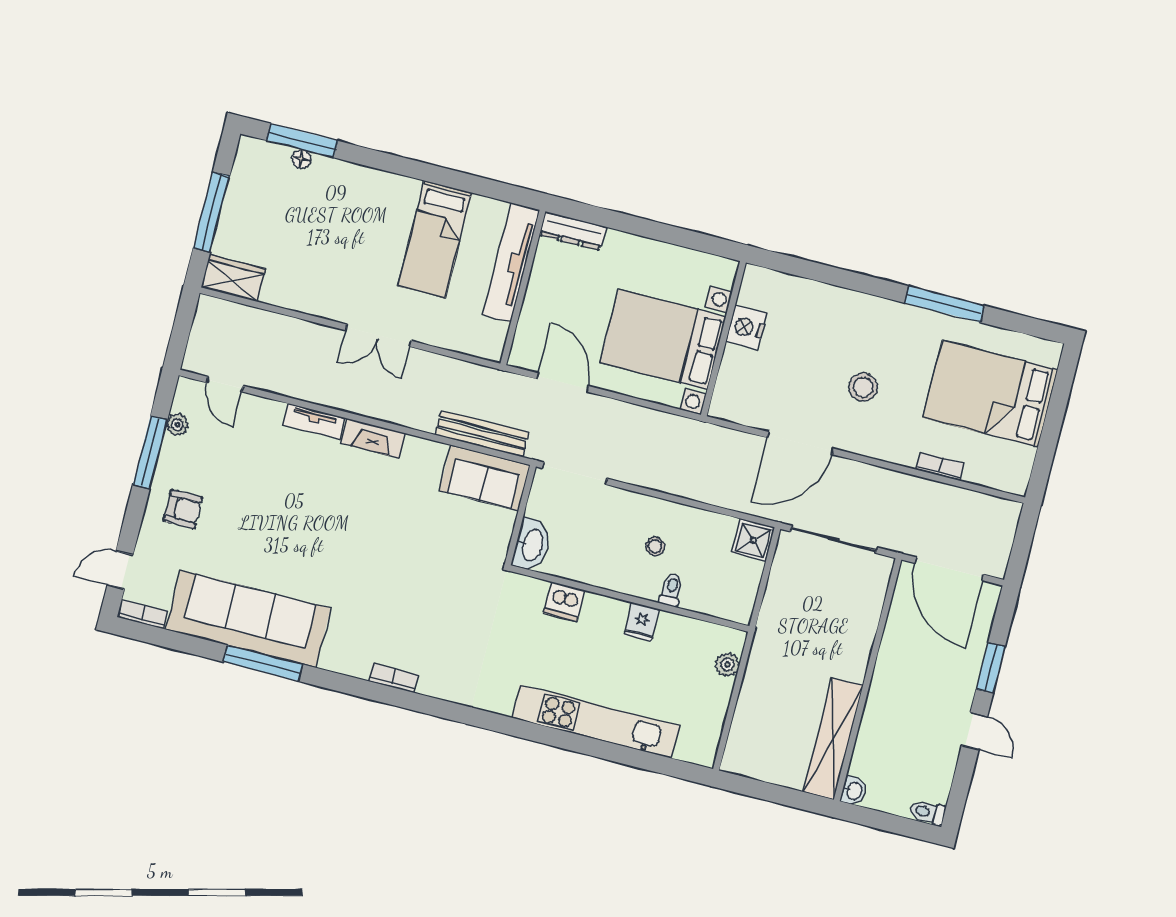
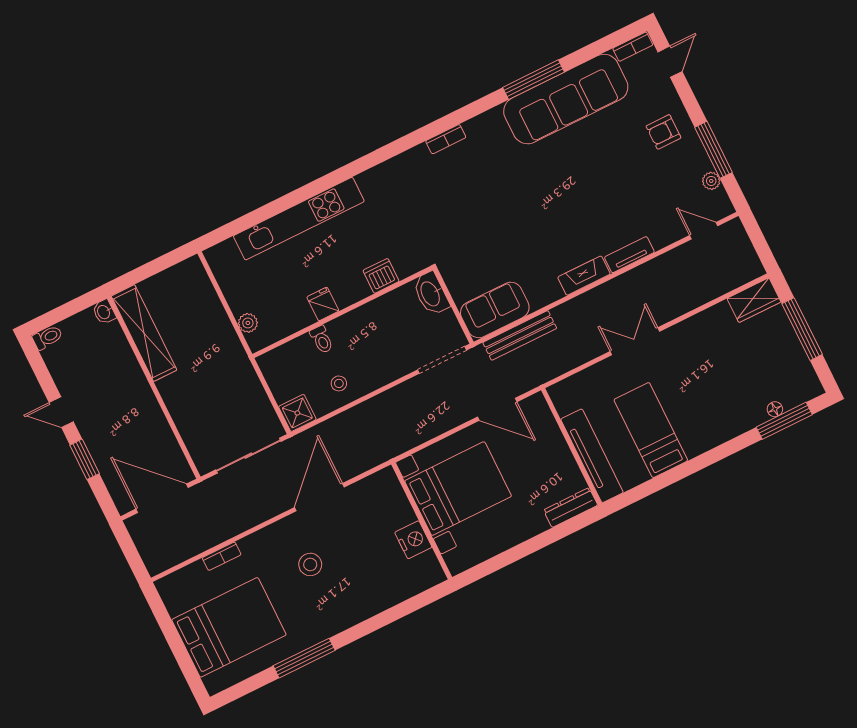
stool: (655, 546) -> (339, 383), moved

